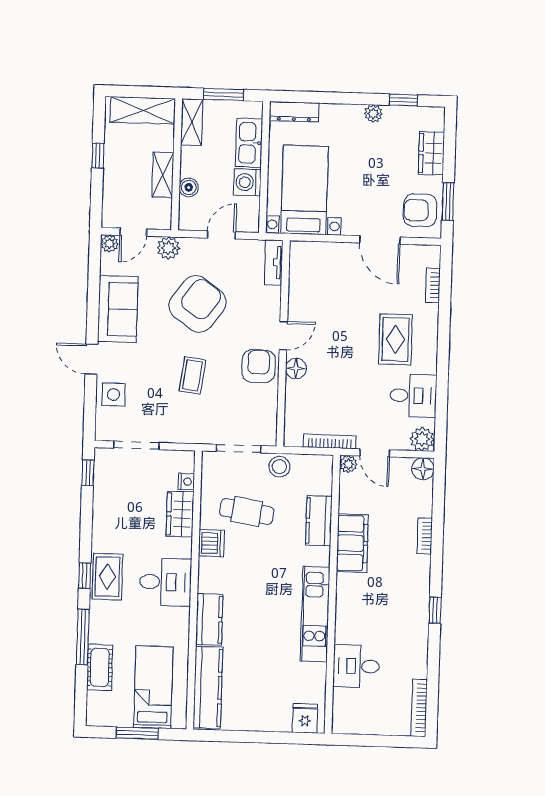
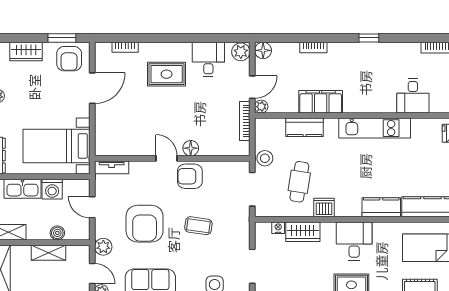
armchair: (197, 304) -> (145, 224), turned -126

